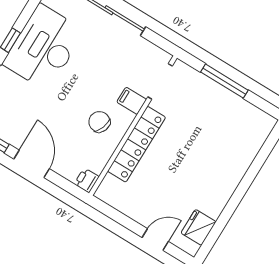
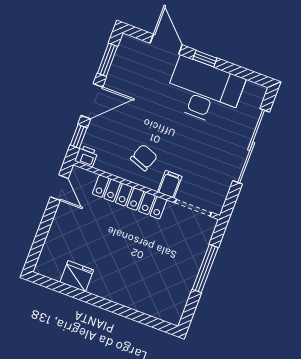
window: (65, 184) -> (79, 136), added
fridge: (199, 227) -> (77, 276), moved
door: (155, 240) -> (59, 188), moved

